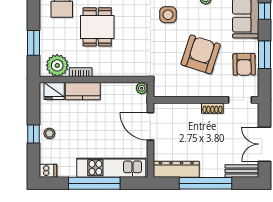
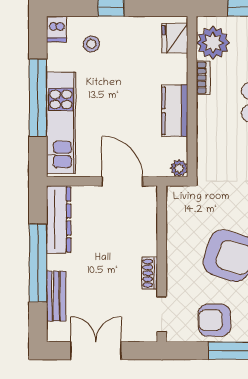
kitchen counter: (83, 91) -> (175, 111), moved
door: (150, 126) -> (122, 181), hinge flipped
stool: (49, 133) -> (91, 44), moved
bench: (242, 171) -> (56, 296), moved

